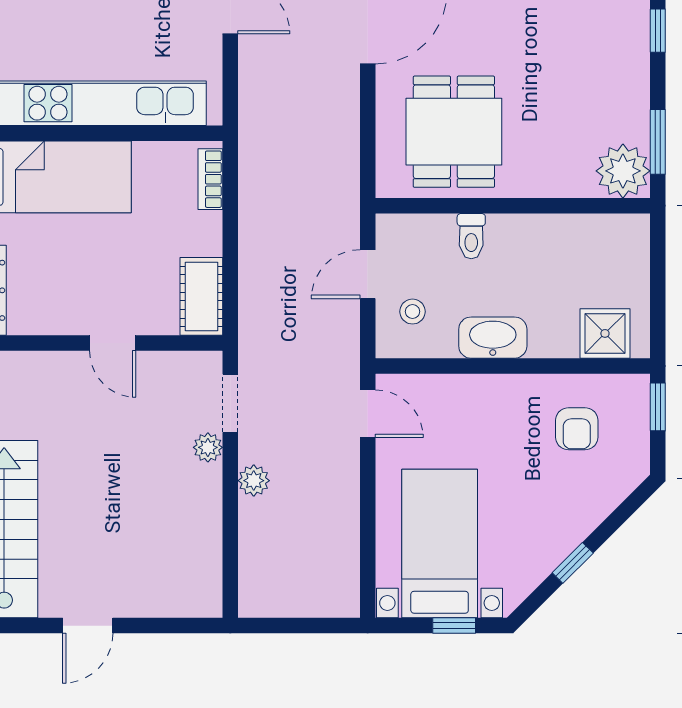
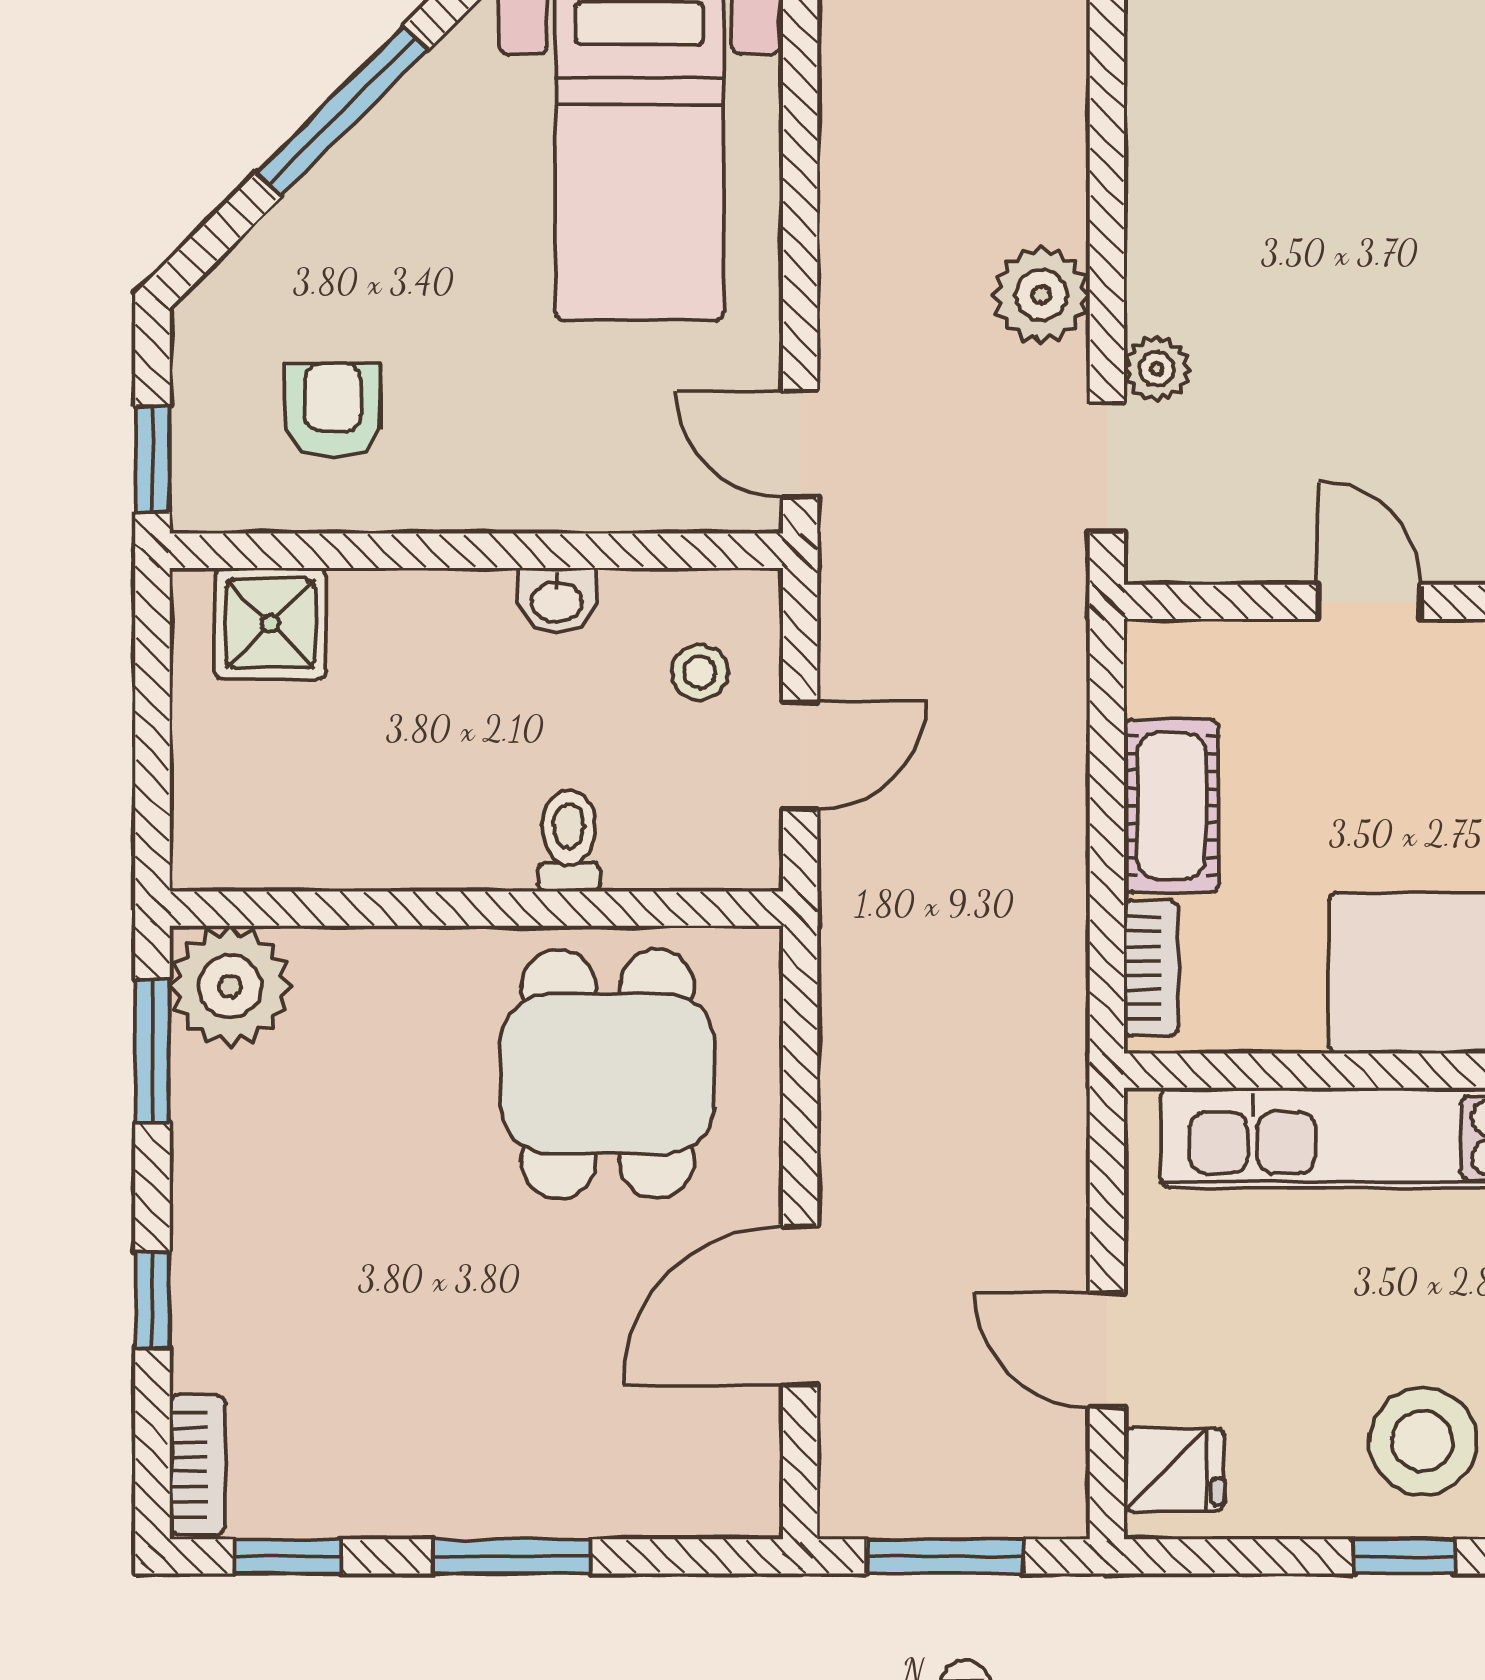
cot: (201, 296) -> (1171, 806), moved
washbasin: (493, 338) -> (557, 600), width x0.52, depth x0.69
plant: (254, 481) -> (1041, 295), width x1.38, depth x1.38
window: (573, 563) -> (342, 111), width x2.17

